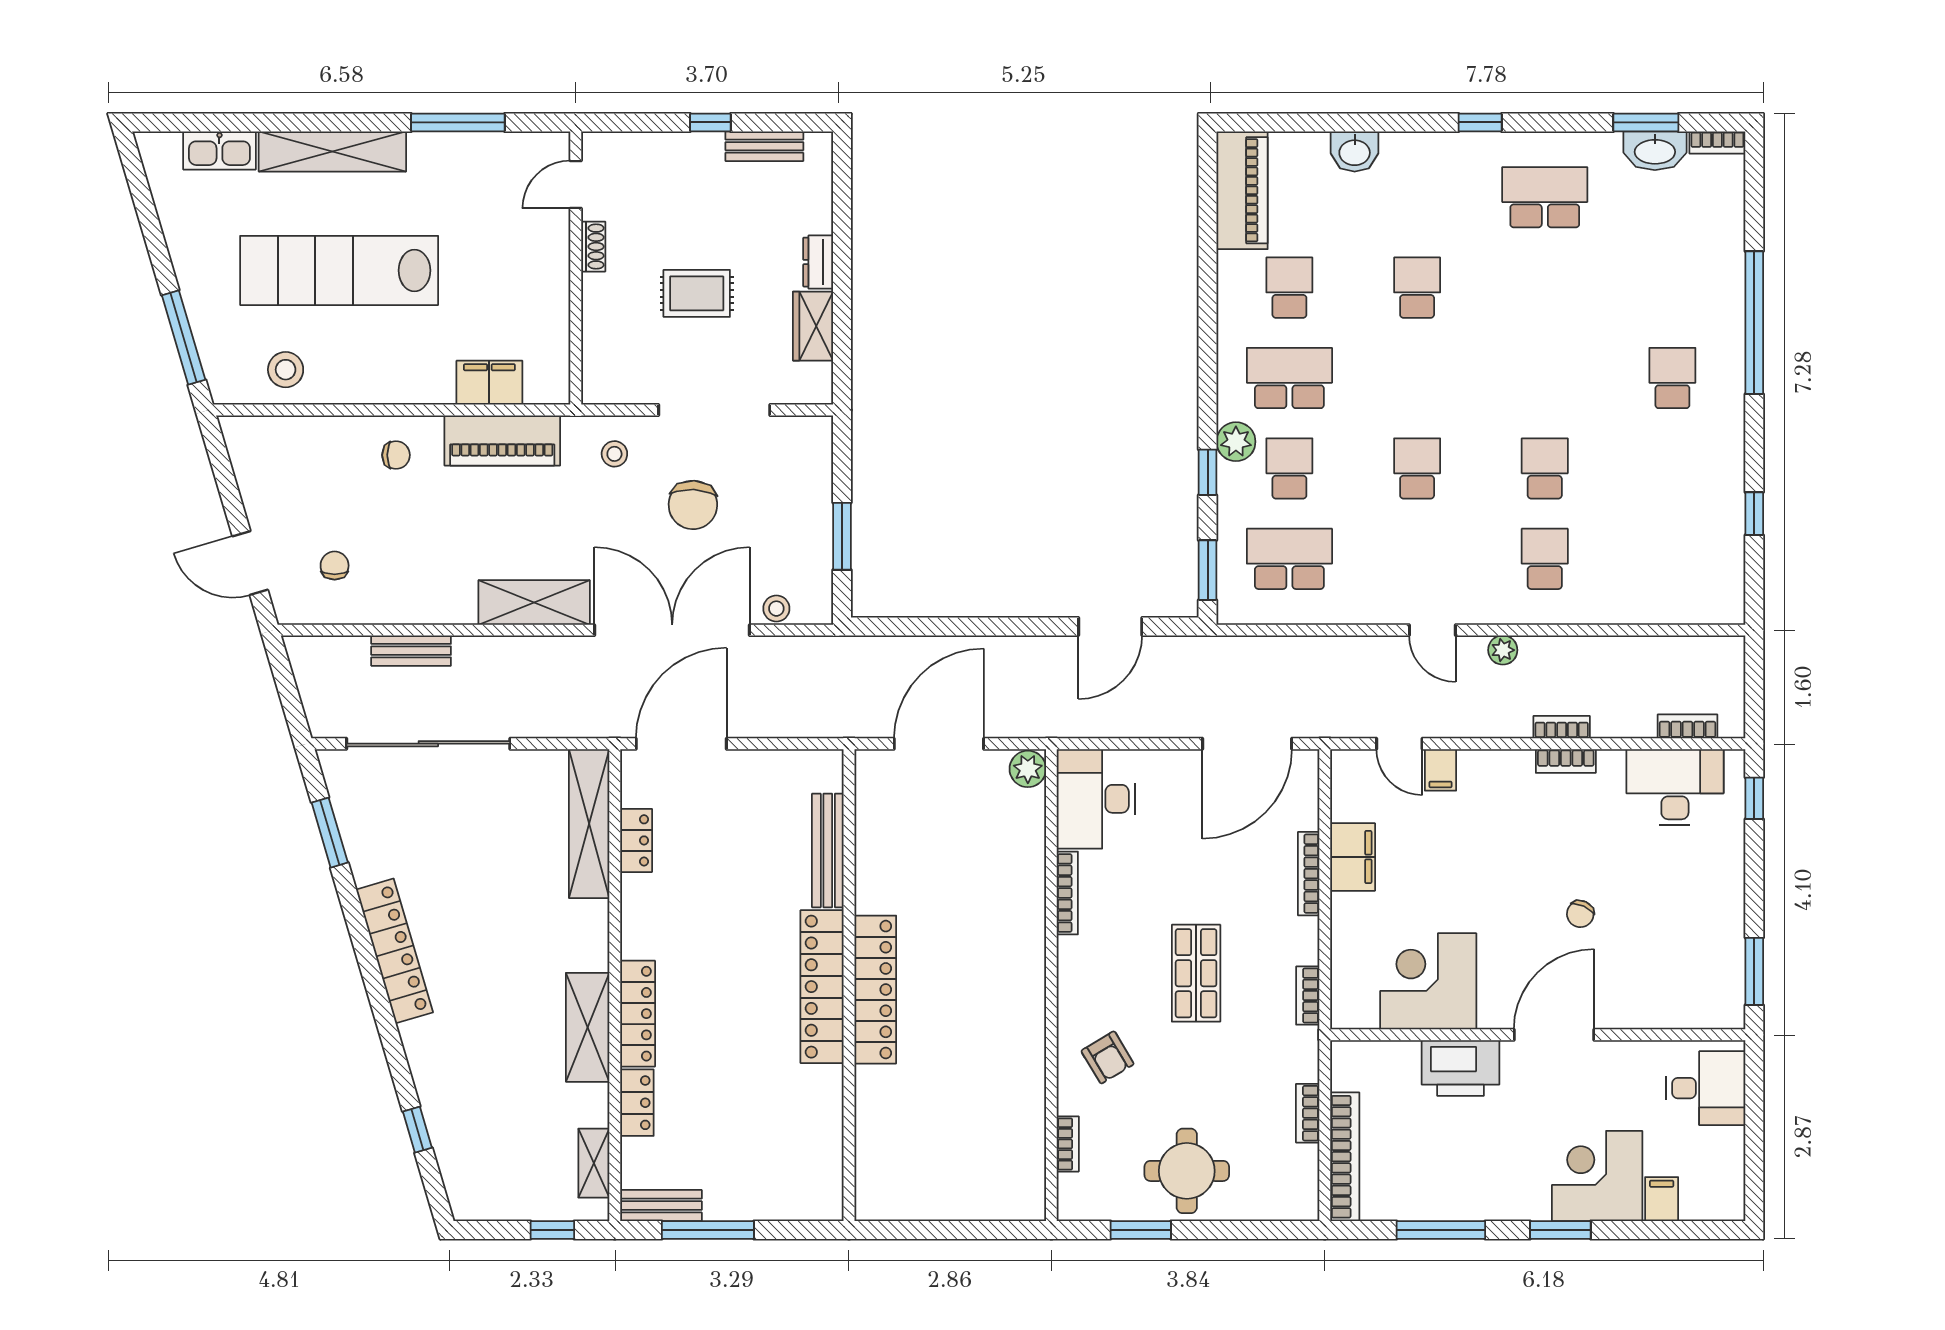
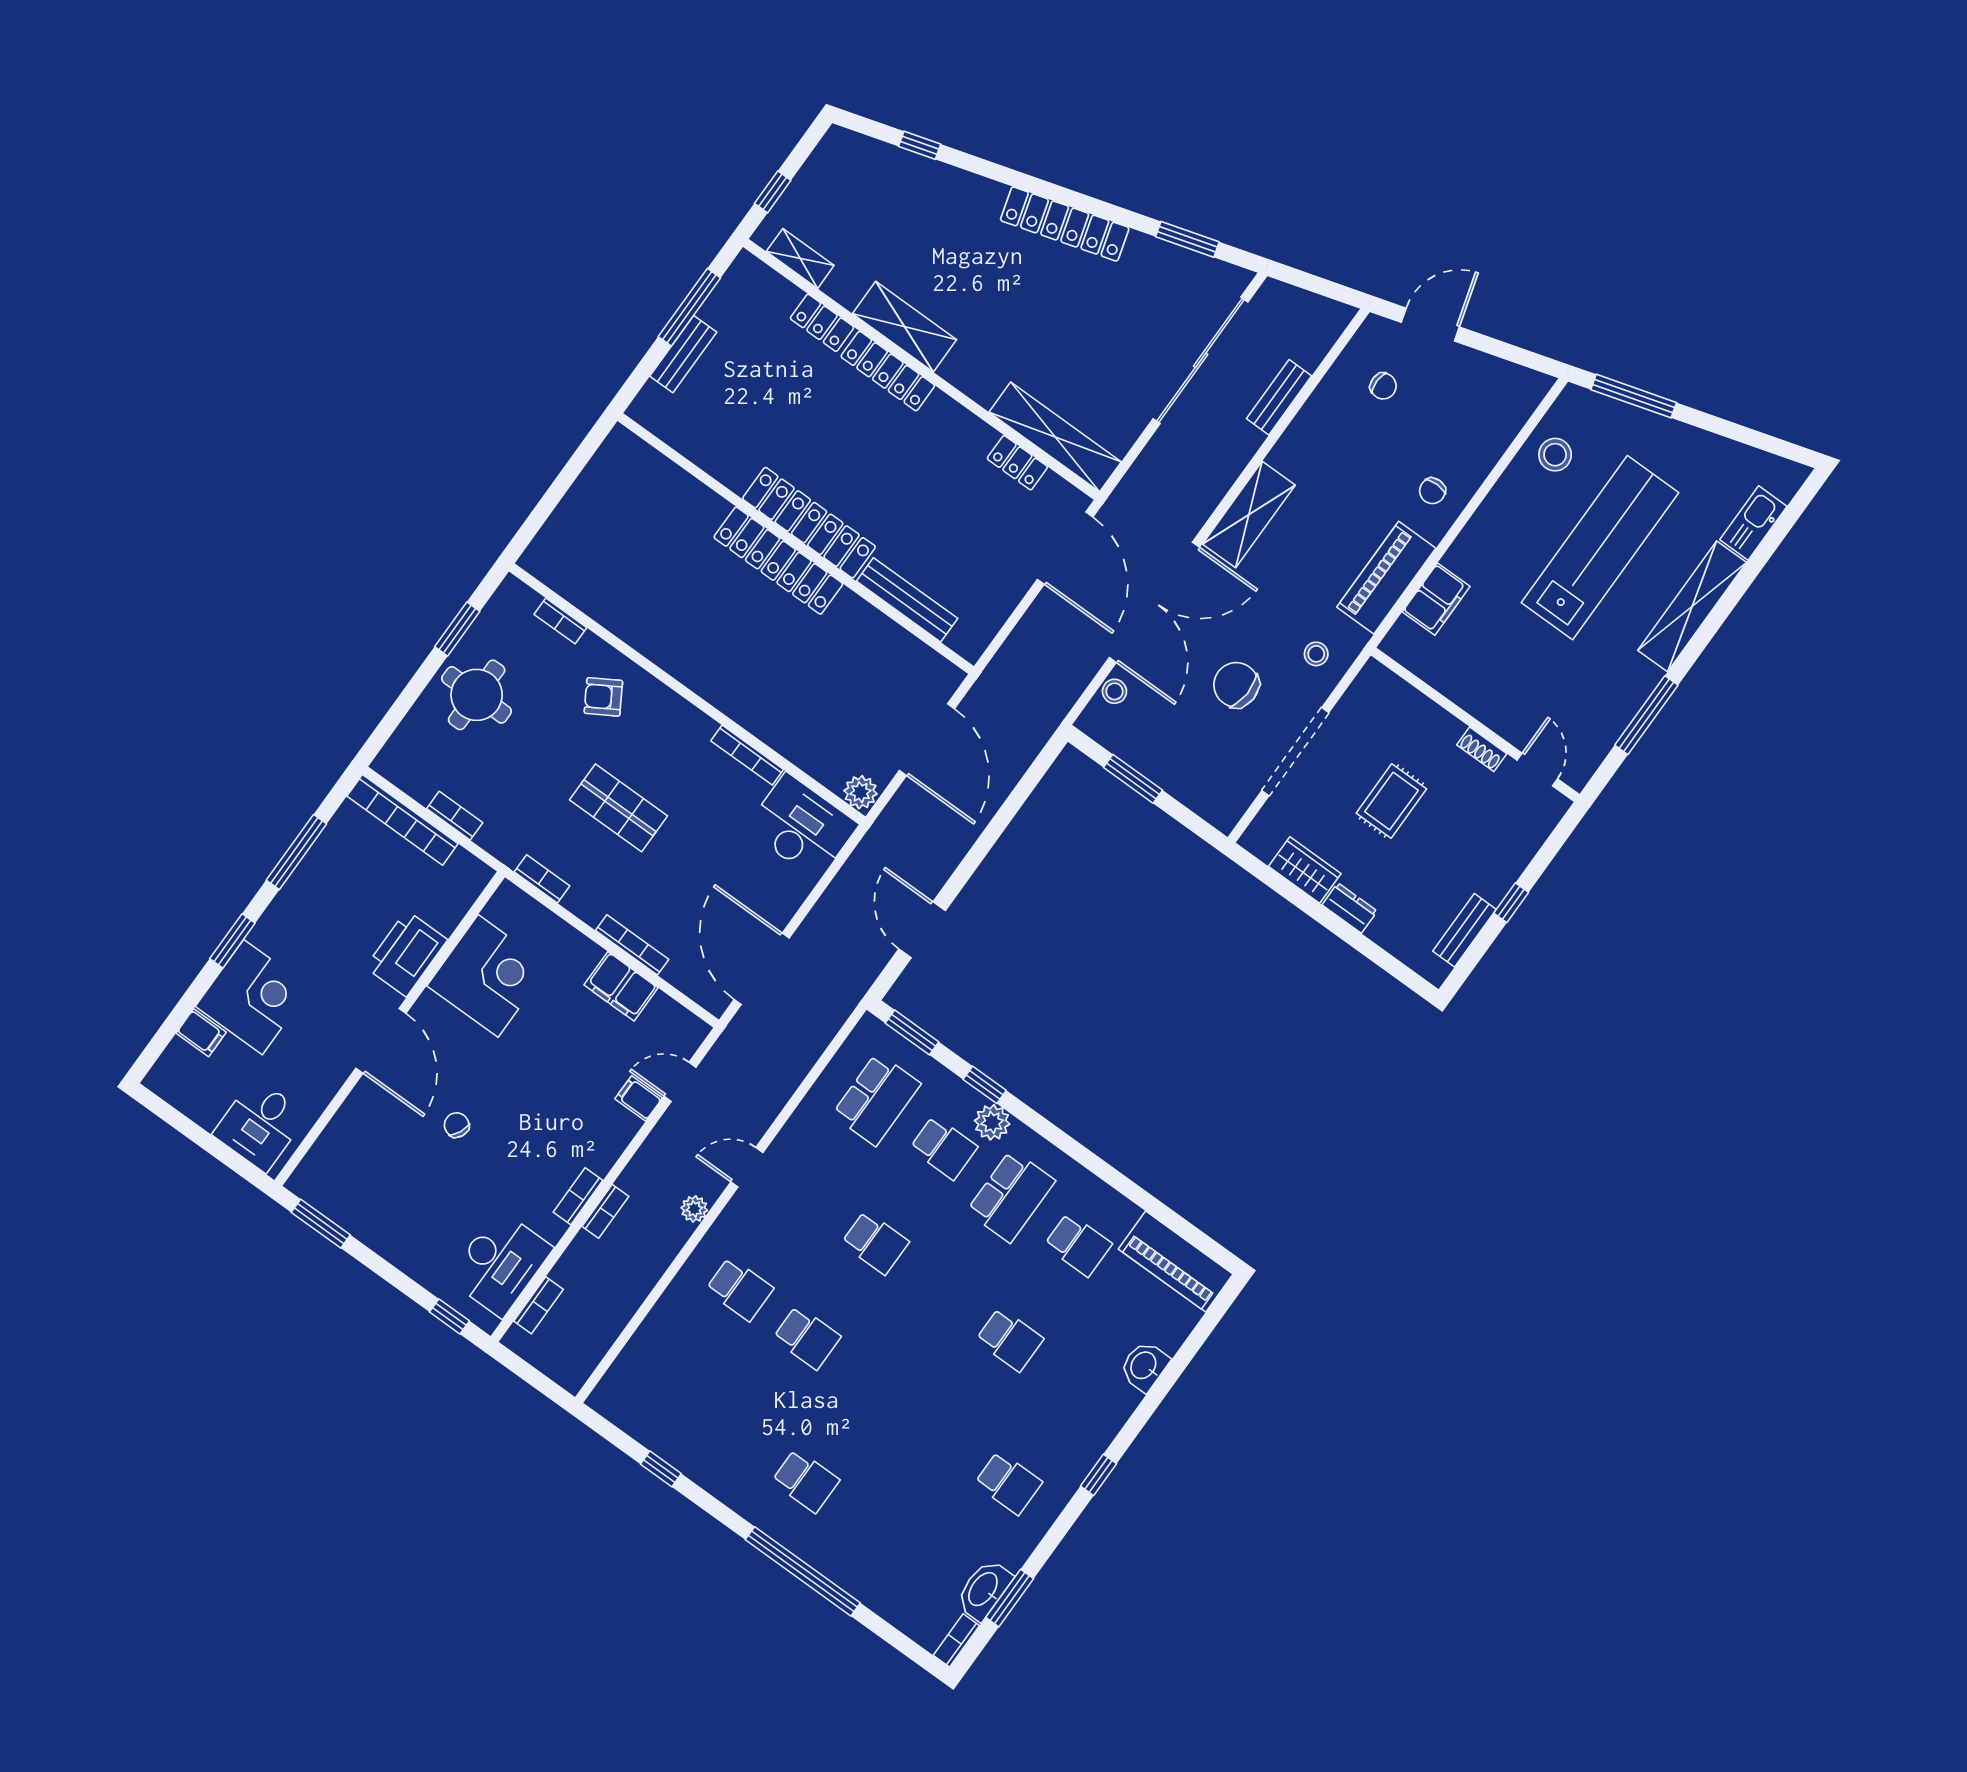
school desk: (1545, 197) -> (1008, 1483), width x0.54
bench: (661, 1206) -> (683, 354), moved

